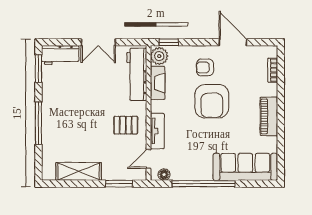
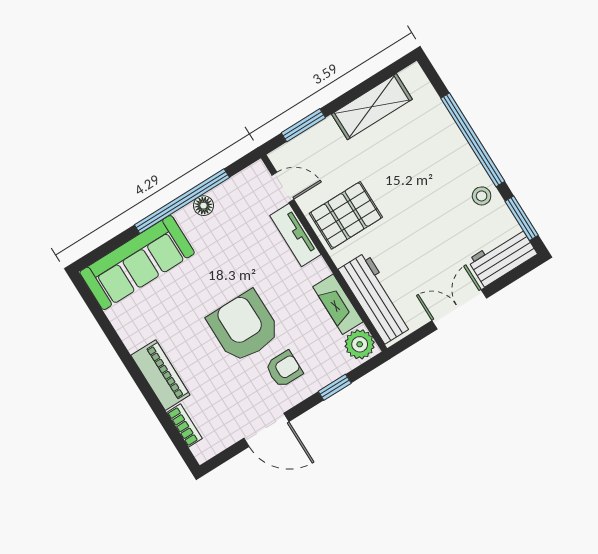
window: (169, 42) -> (335, 387), moved
stool: (52, 92) -> (482, 196), added
piano: (269, 116) -> (160, 375), moved
window: (38, 123) -> (473, 140), width x1.46
pallet: (126, 125) -> (346, 215), width x1.50, depth x1.42
door: (149, 159) -> (283, 187), hinge flipped
floor lamp: (164, 175) -> (203, 206), moved

